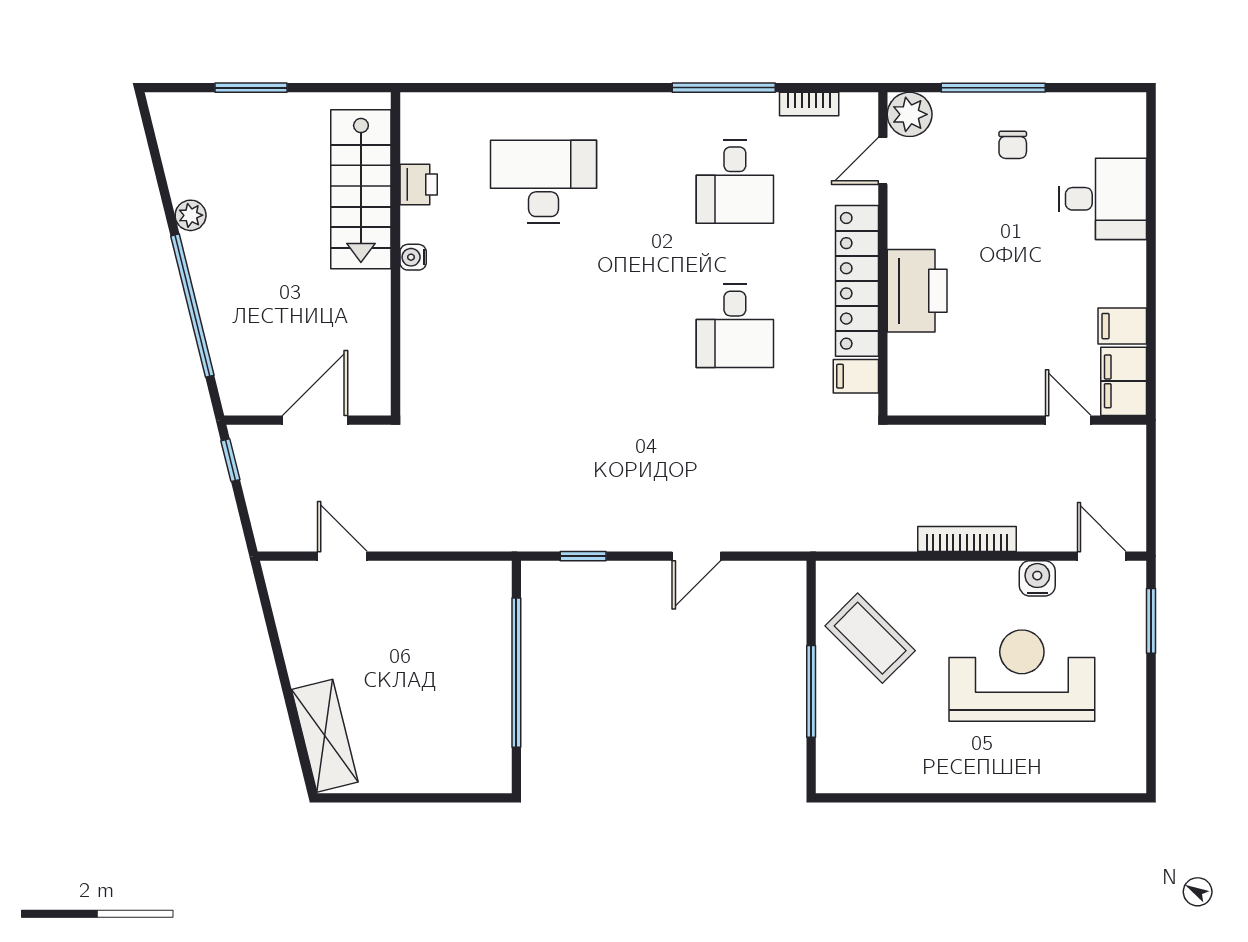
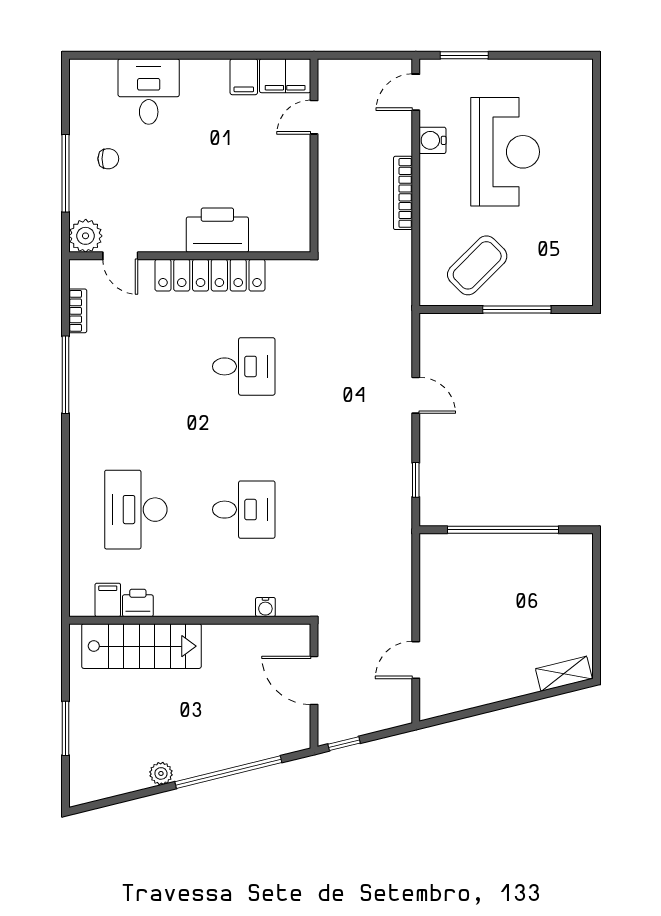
desk: (735, 182) -> (244, 510), moved
water cooler: (413, 257) -> (265, 607), moved
filing cabinet: (856, 376) -> (108, 600), moved, turned 180
reception desk: (1022, 676) -> (505, 152), turned 180
shelving: (325, 736) -> (564, 674), width x0.67, depth x0.75

